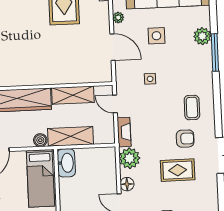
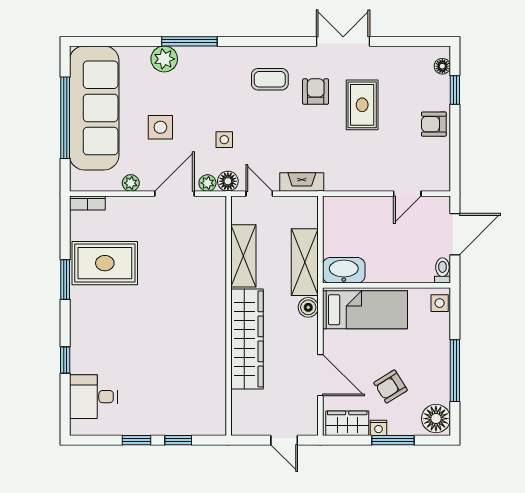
door: (115, 104) -> (259, 194), swing flipped
plant: (130, 158) -> (207, 183), moved, width x0.53, depth x0.53
floor lamp: (127, 184) -> (228, 181), moved

